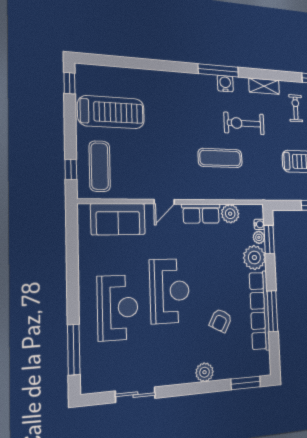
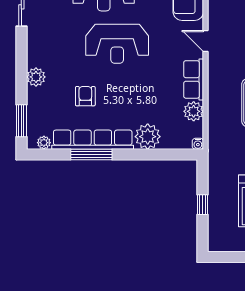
water cooler: (259, 224) -> (198, 144), moved
plant: (259, 237) -> (44, 143), moved
window: (269, 240) -> (166, 154), removed
armchair: (221, 321) -> (85, 96), turned 62

